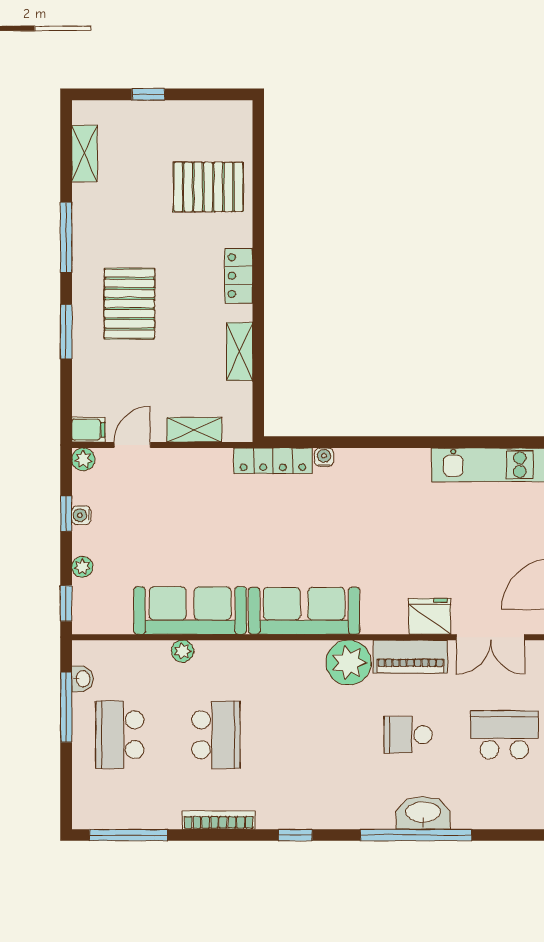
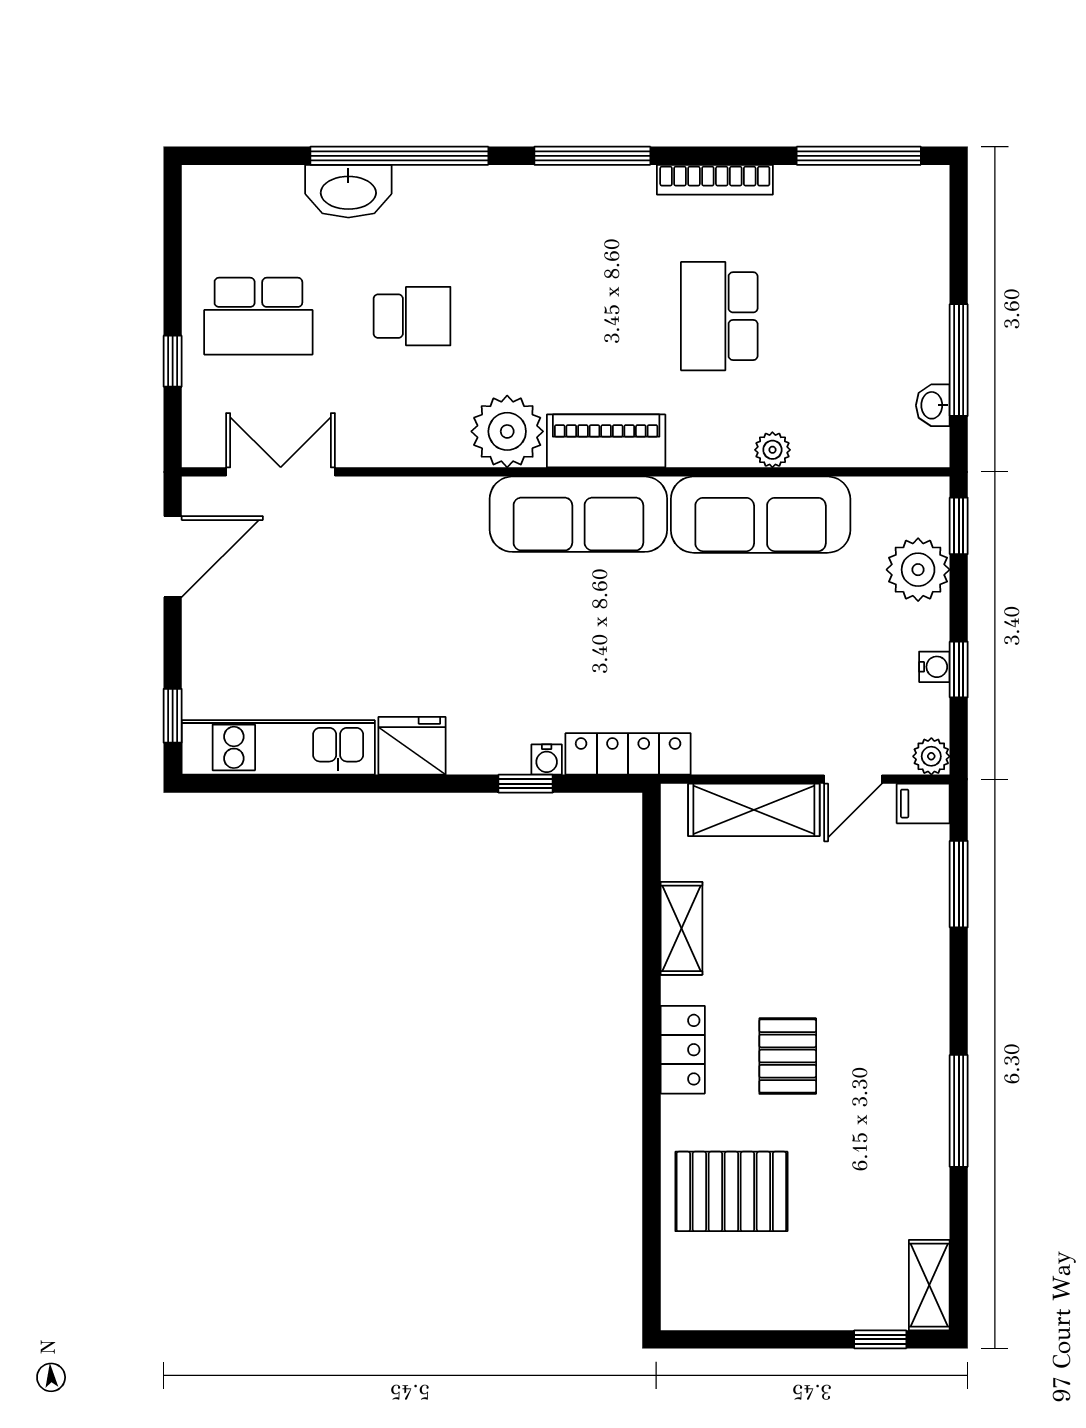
window: (148, 94) -> (880, 1339), moved
shelving: (84, 153) -> (929, 1285), moved
pallet: (129, 304) -> (788, 1056), moved, width x0.67, depth x0.71
window: (66, 332) -> (959, 884), moved
shelving: (194, 430) -> (754, 810), width x1.50, depth x1.33
window: (337, 442) -> (526, 784), added
plant: (82, 567) -> (918, 570), width x1.87, depth x1.87
fridge: (430, 616) -> (412, 746), moved, turned 180
piano: (411, 657) -> (606, 441), moved
school desk: (120, 735) -> (873, 316), removed
washbasin: (423, 813) -> (348, 191), moved
window: (295, 835) -> (592, 156), width x2.17

